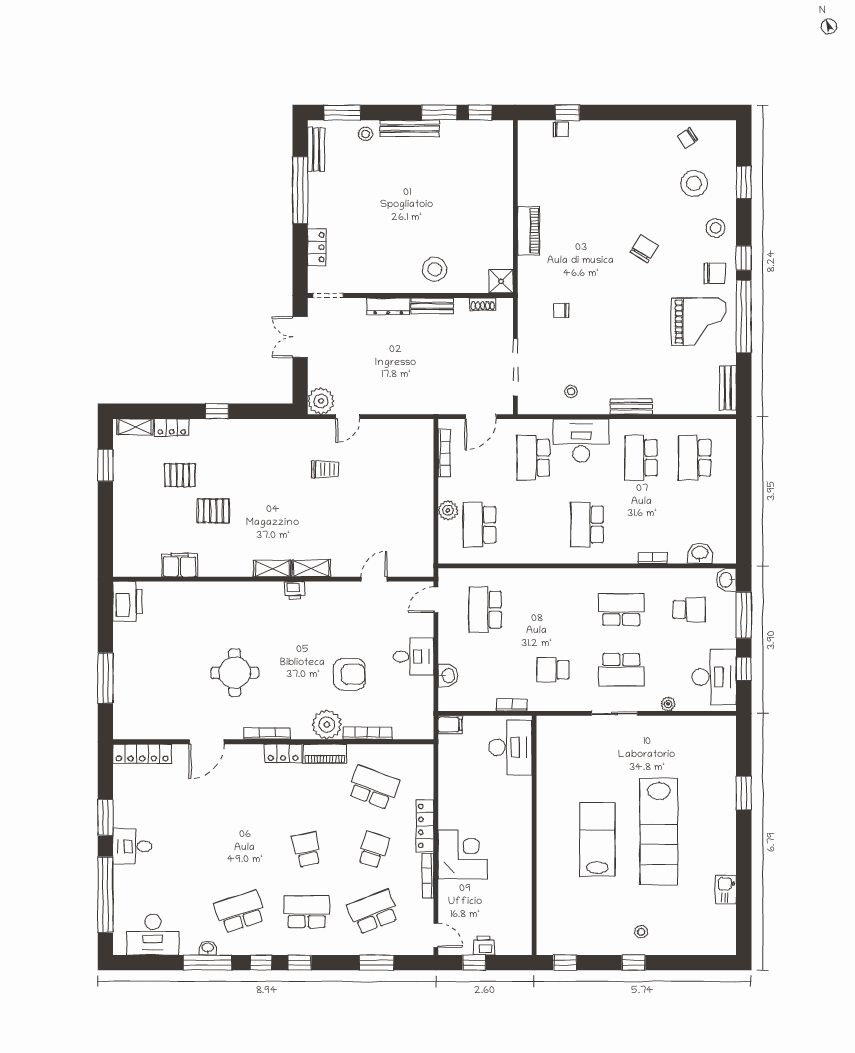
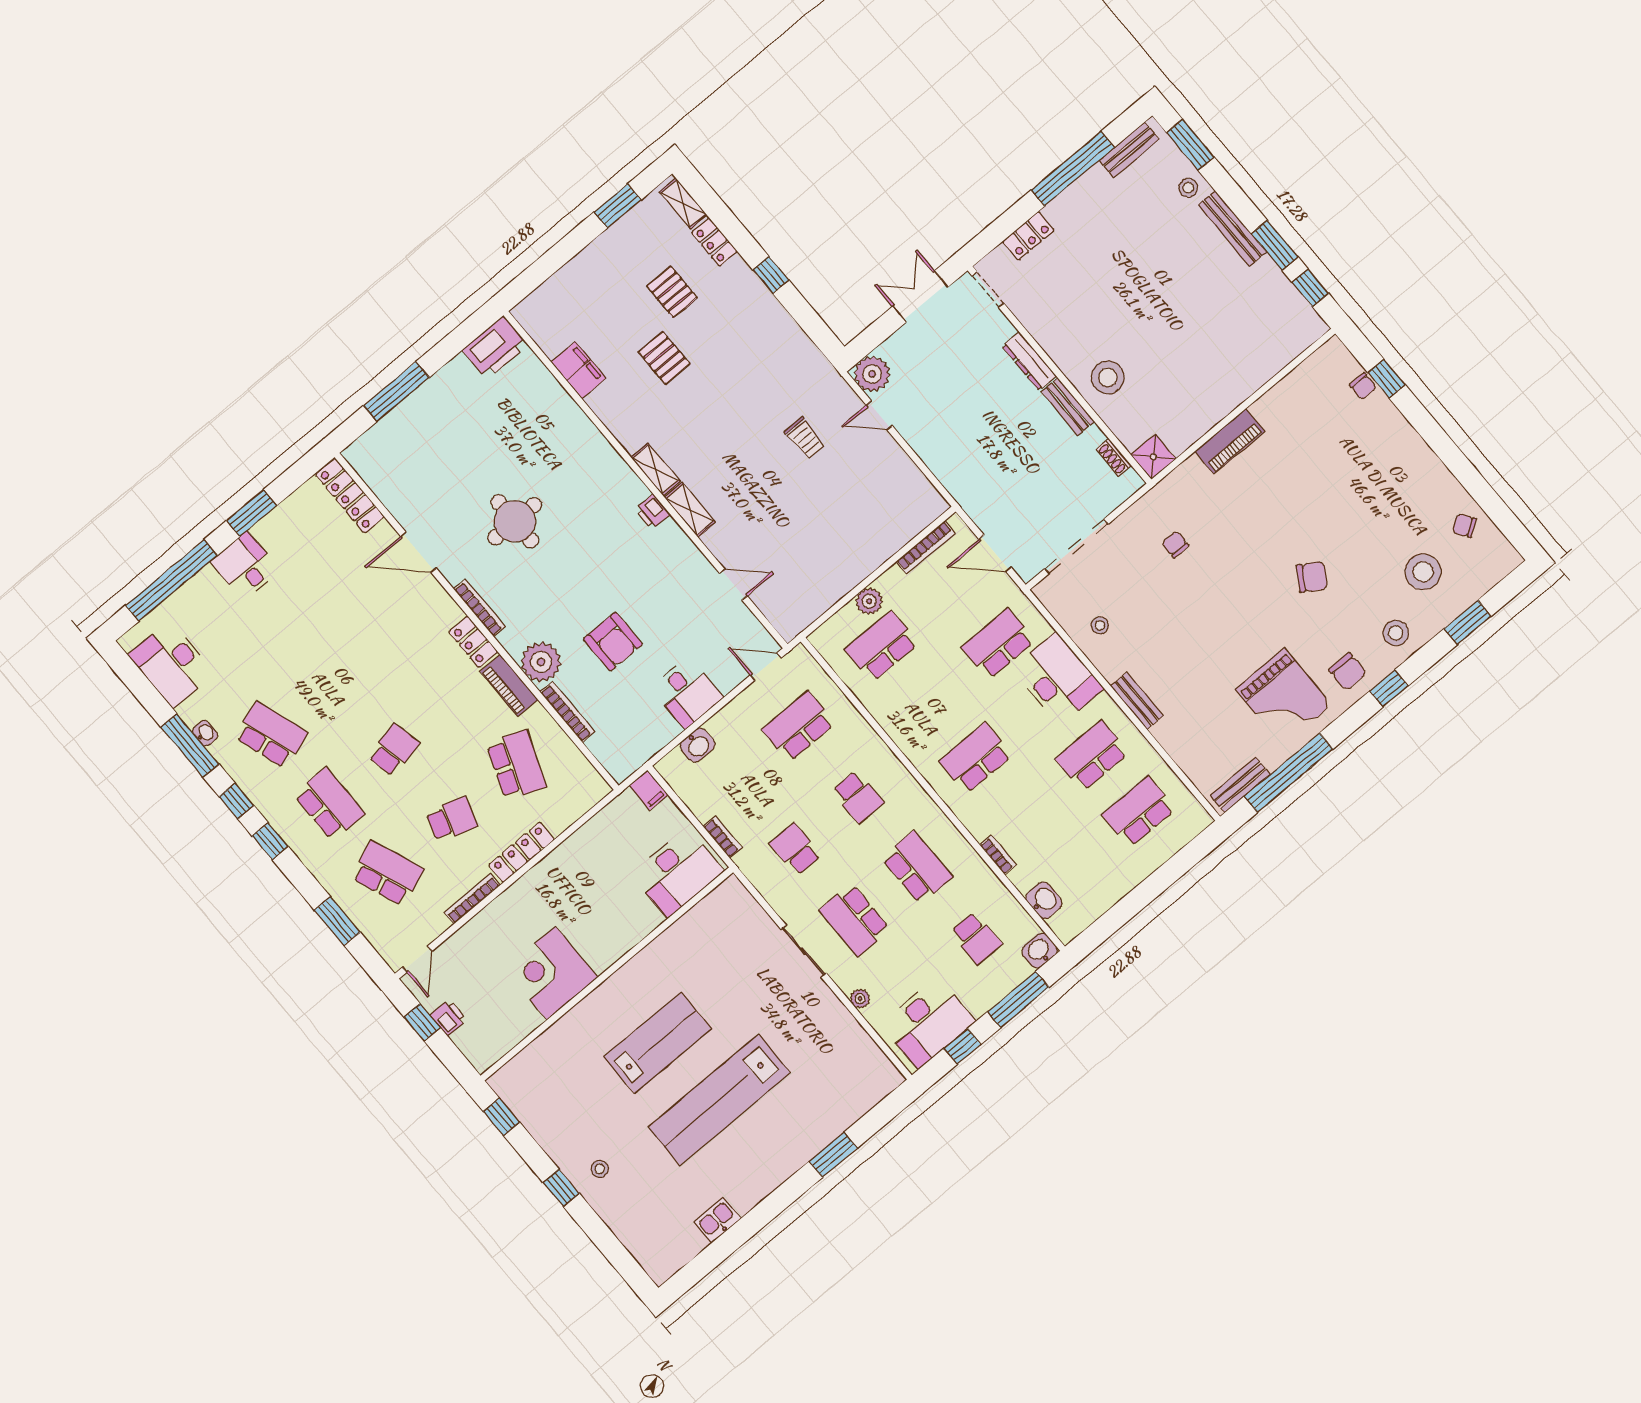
window: (744, 316) -> (1289, 773), moved
school desk: (553, 610) -> (858, 797), added
corner desk: (463, 854) -> (551, 973), moved, turned 180

